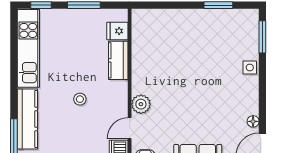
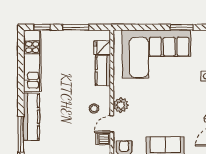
corner sofa: (187, 39) -> (157, 54), added
stool: (80, 99) -> (94, 108), moved

